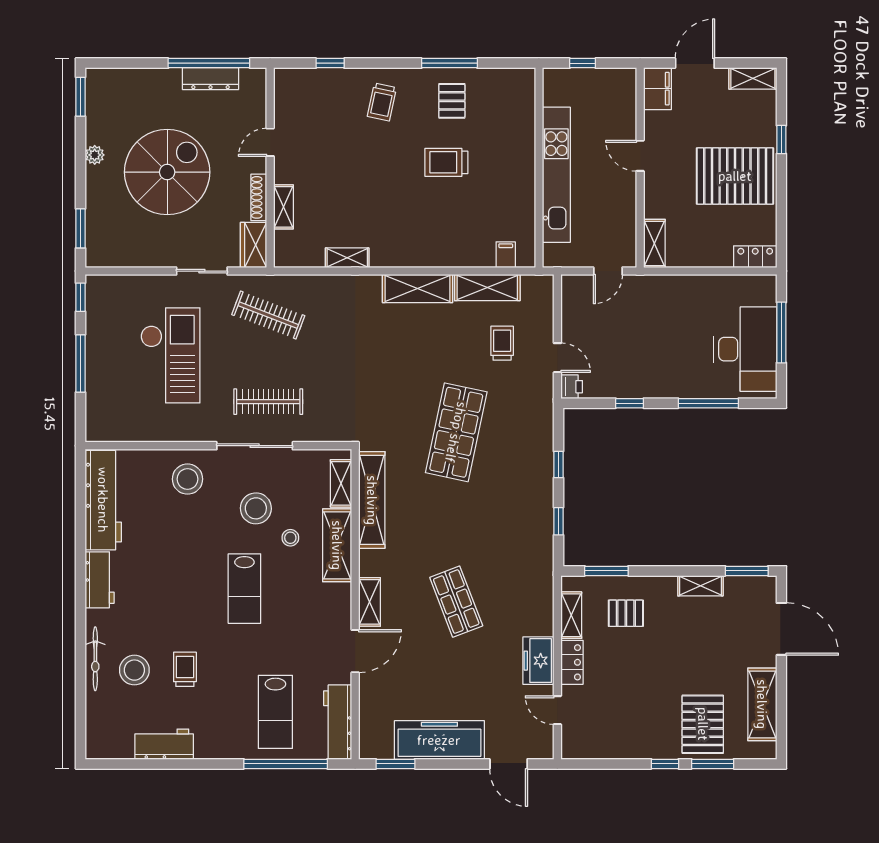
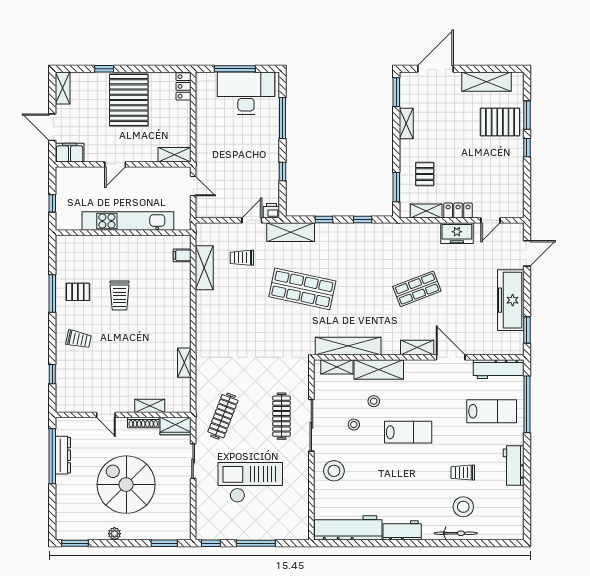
shelving: (418, 289) -> (291, 232), moved, turned 90
stool: (256, 508) -> (354, 425), width x0.53, depth x0.53
workbench: (164, 744) -> (514, 466), moved

